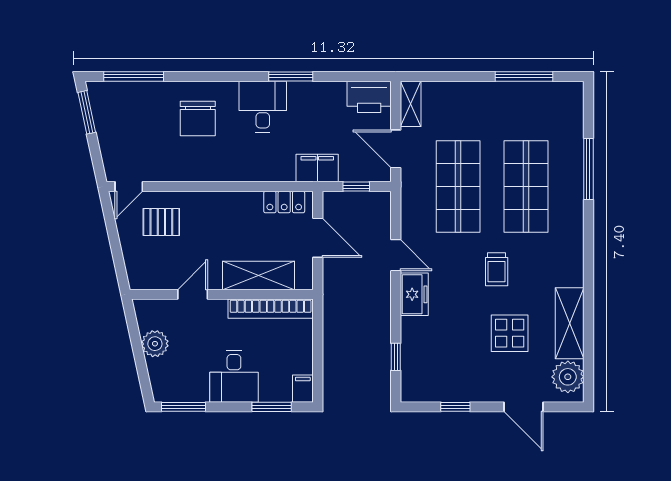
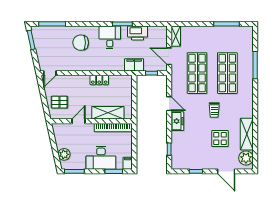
printer: (369, 97) -> (138, 33), moved
chair: (198, 118) -> (81, 43), turned 90
locker: (284, 202) -> (99, 80), moved
pallet: (161, 222) -> (59, 102), moved
door: (318, 238) -> (134, 96), removed
plant: (155, 344) -> (64, 154), moved
desk: (234, 376) -> (101, 158), width x1.37

